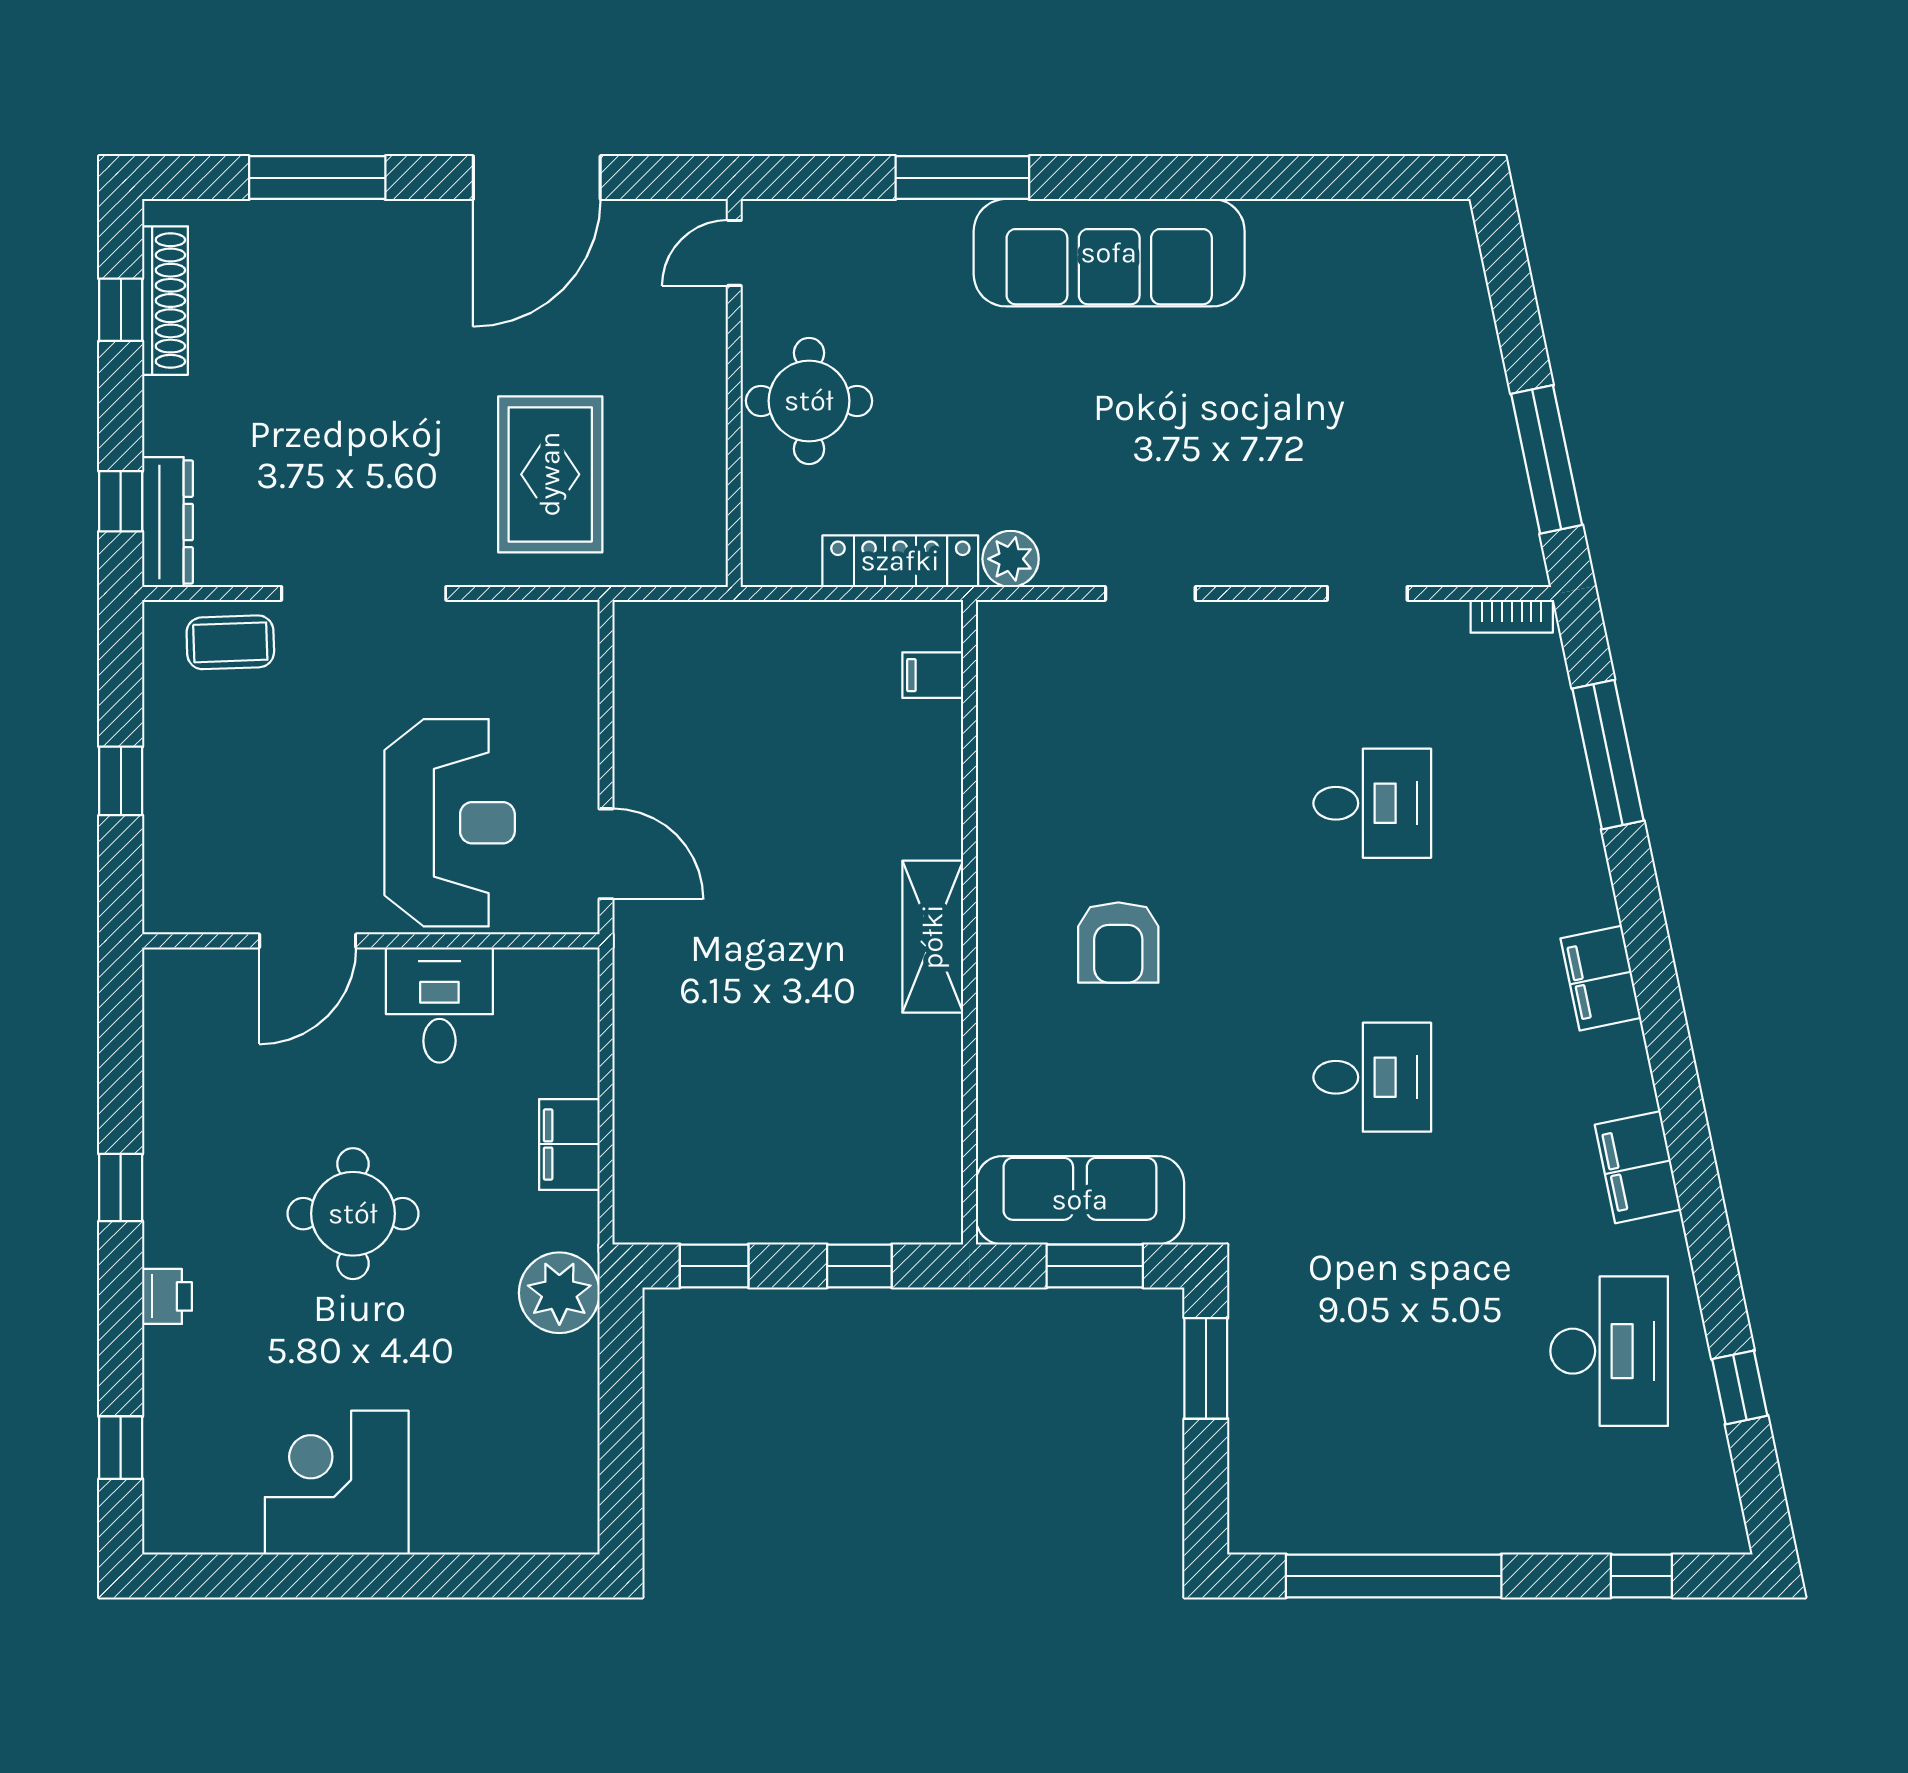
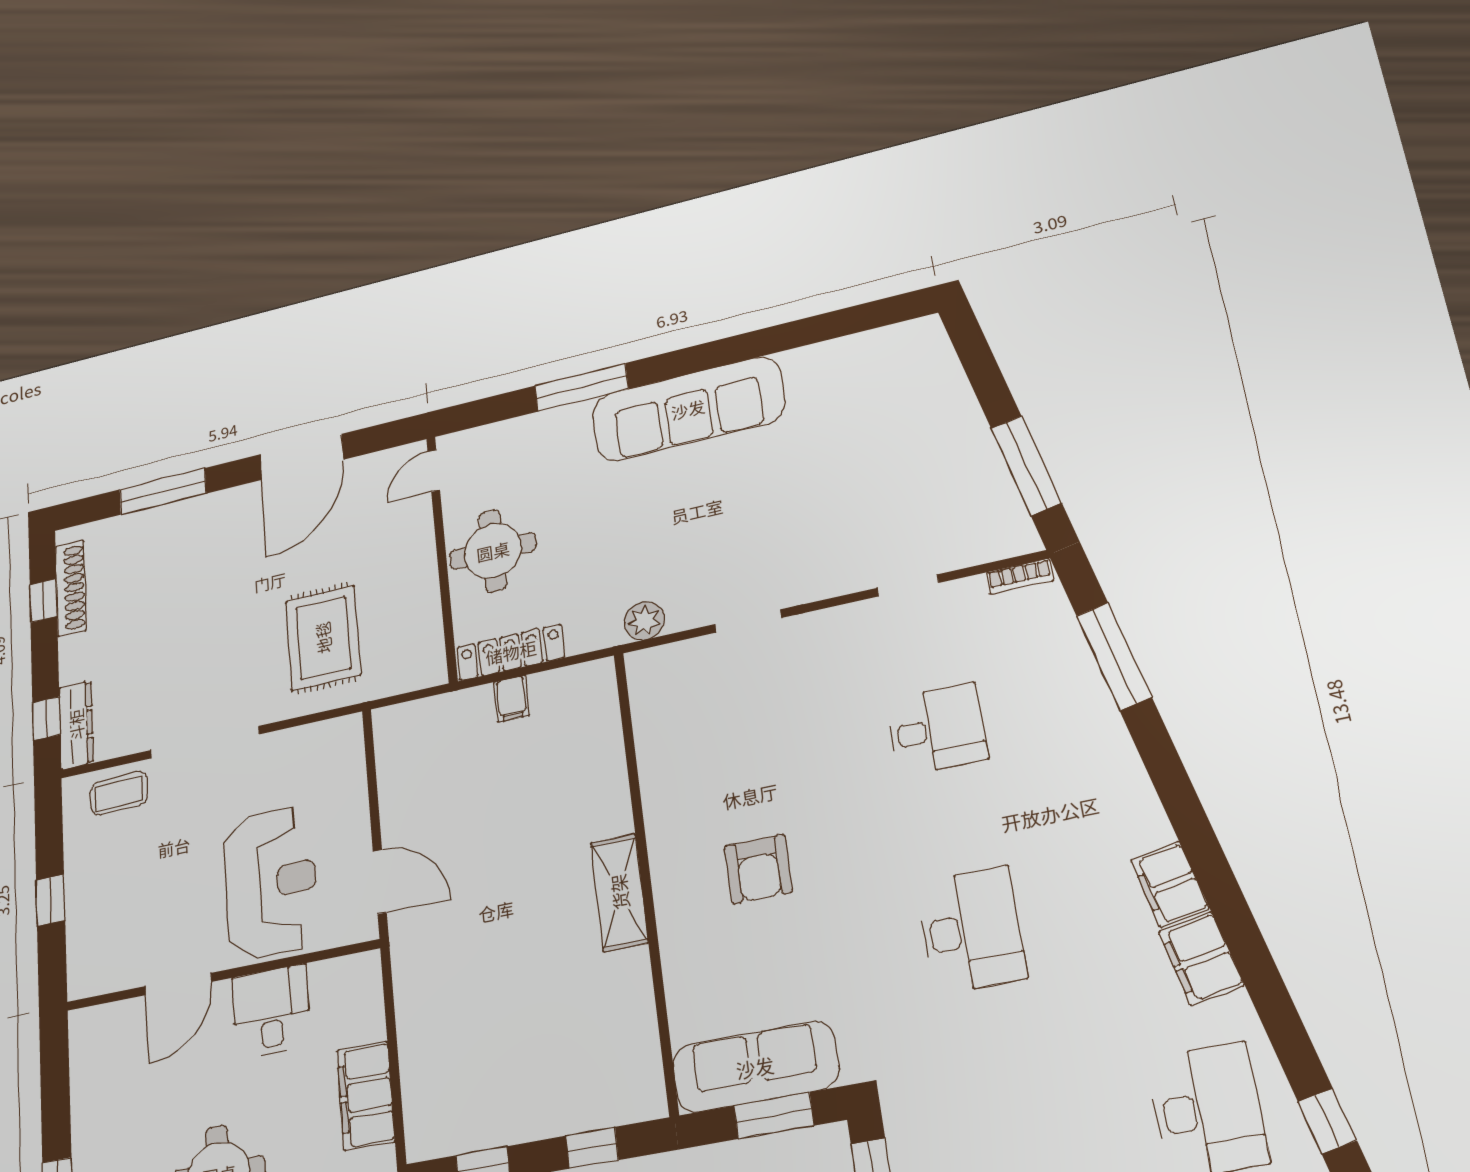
locker: (900, 561) -> (511, 652), moved
filing cabinet: (933, 675) -> (512, 699), moved, turned -90
filing cabinet: (1601, 978) -> (1170, 884), moved
desk: (1372, 1077) -> (971, 930), width x1.37
filing cabinet: (569, 1144) -> (366, 1096), width x1.50, depth x1.17

